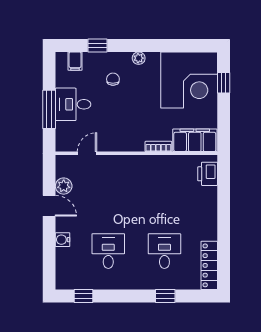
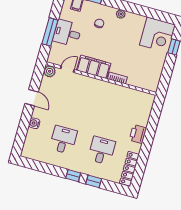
corner desk: (189, 80) -> (157, 35), width x0.74, depth x0.74
filing cabinet: (195, 140) -> (94, 67), moved
printer: (208, 174) -> (138, 134), moved
plant: (64, 186) -> (50, 71), moved
window: (83, 296) -> (73, 176), moved

